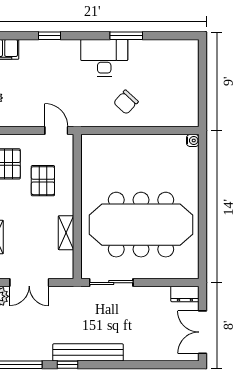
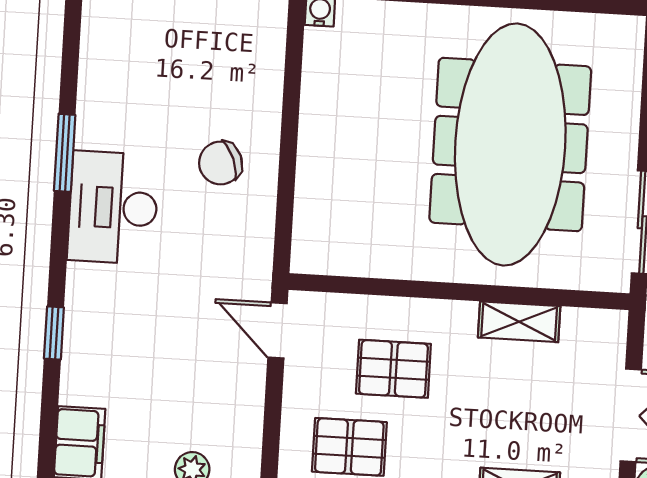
chair: (126, 102) -> (221, 163), turned 115
door: (56, 131) -> (278, 330), hinge flipped

